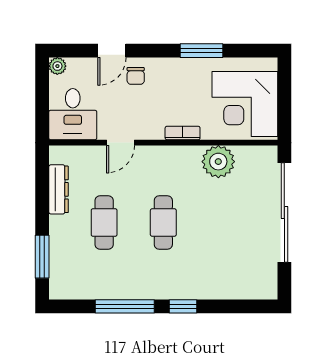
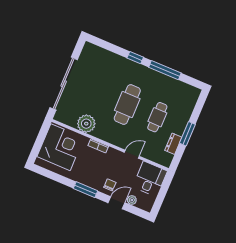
window: (202, 51) -> (86, 190), moved
plant: (57, 66) -> (132, 200), moved
dresser: (59, 189) -> (173, 144), width x0.70
cafe table: (163, 223) -> (127, 104), width x1.37, depth x1.35
window: (42, 257) -> (187, 134), moved

